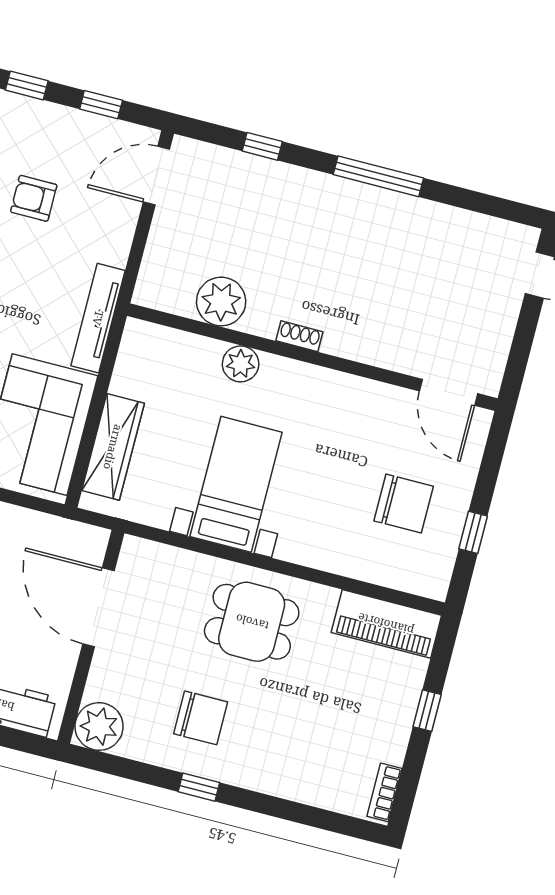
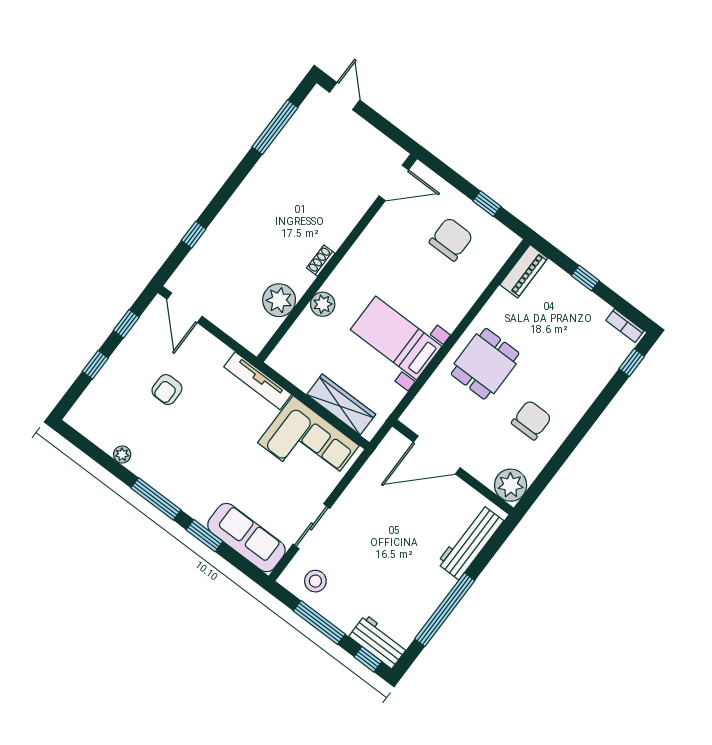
window: (378, 176) -> (275, 127), moved
piano: (386, 624) -> (524, 271), width x0.73, depth x0.75
window: (199, 787) -> (632, 362), moved

